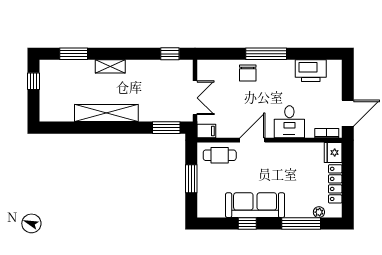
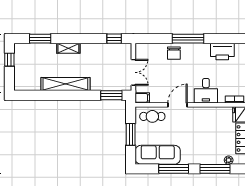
sofa: (255, 205) -> (158, 155), moved
window: (247, 224) -> (174, 169), width x2.17

